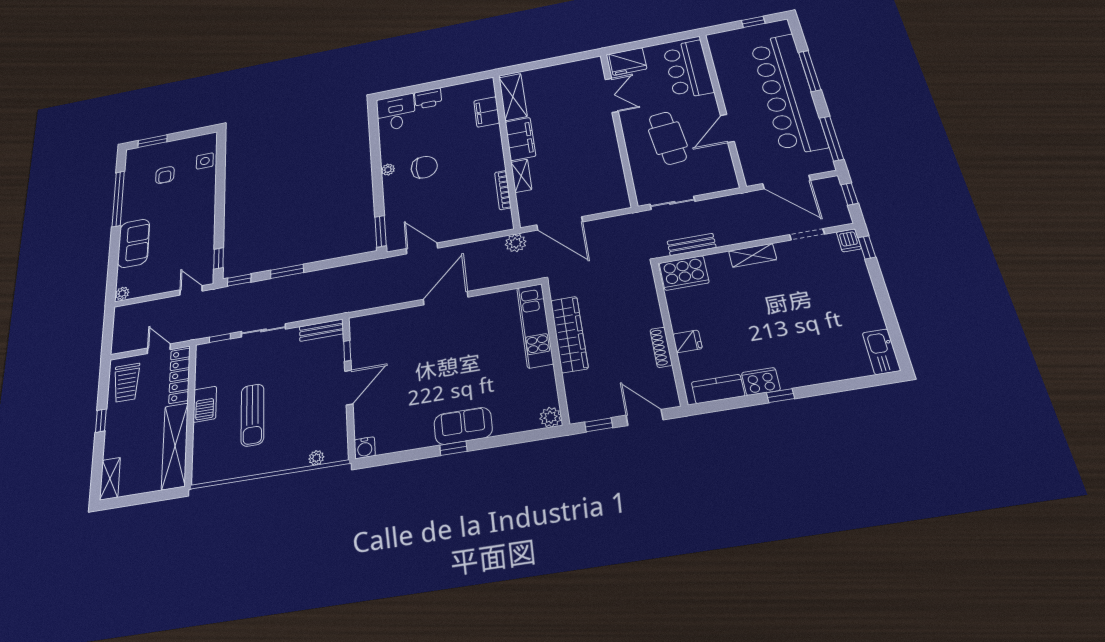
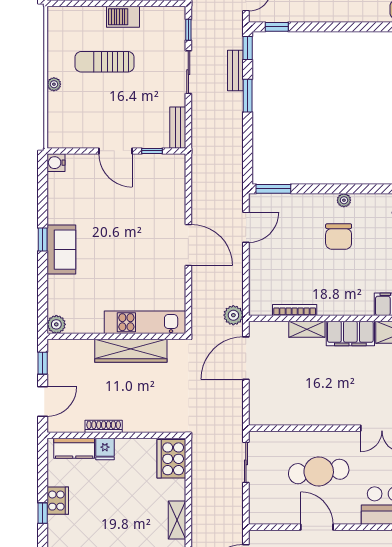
bench: (692, 244) -> (235, 70), moved
kitchen counter: (718, 389) -> (74, 448), moved, turned 90
plant: (316, 458) -> (54, 84), moved

